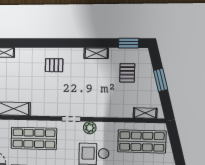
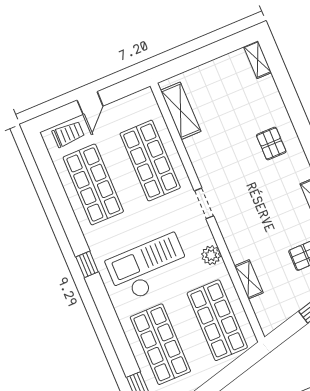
shelving: (145, 113) -> (249, 279), moved
plant: (90, 128) -> (211, 255), moved

